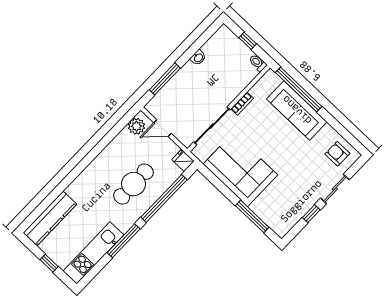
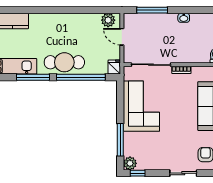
cafe table: (133, 184) -> (64, 62), moved
window: (311, 214) -> (138, 173), moved
plant: (281, 228) -> (130, 163), added

